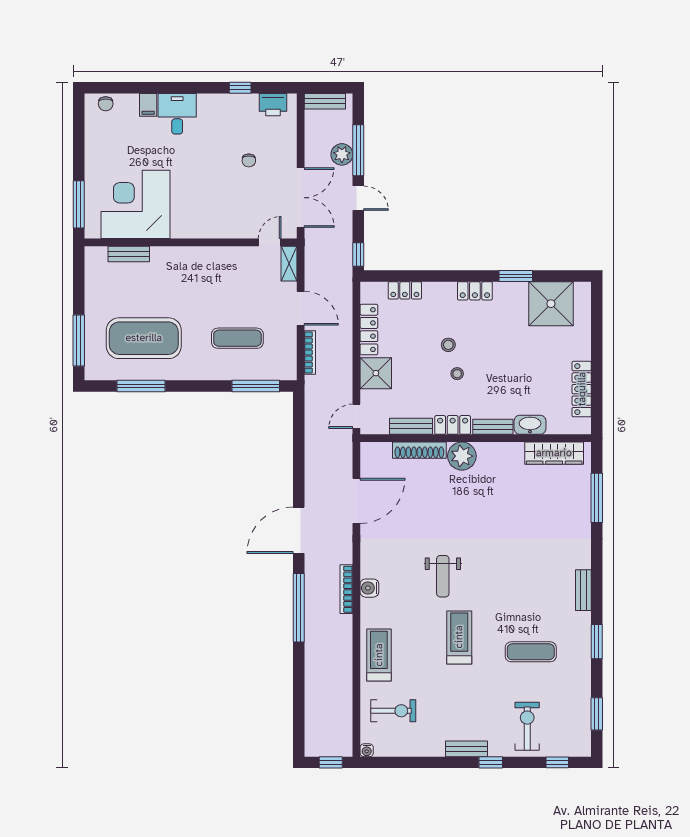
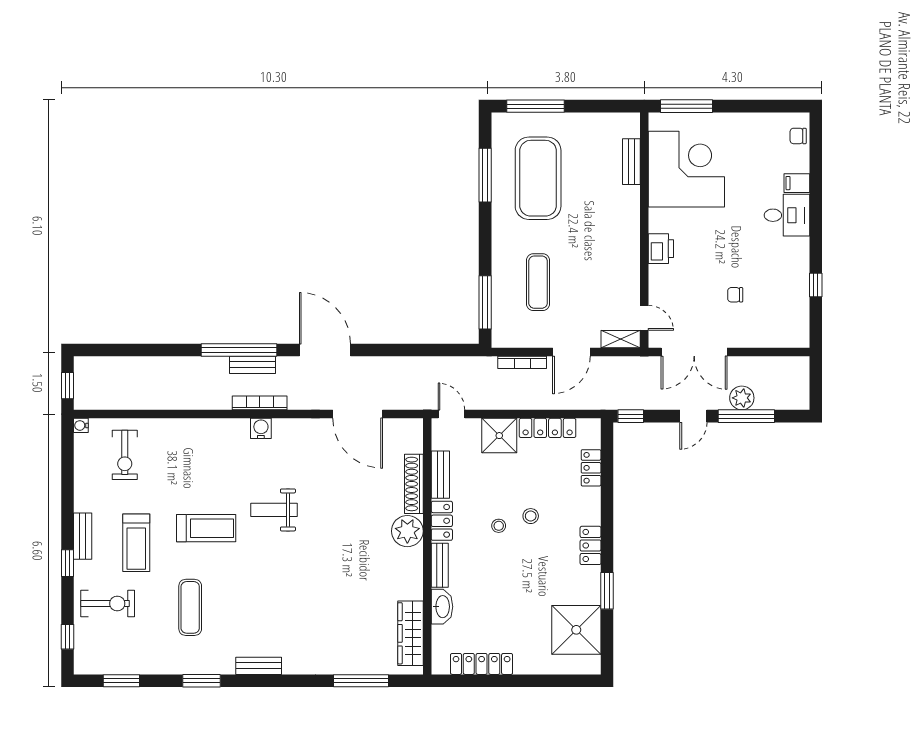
bench: (325, 101) -> (252, 365), moved, turned 90
printer: (273, 105) -> (661, 249), moved, turned 180
treadmill: (379, 655) -> (136, 543), moved, turned 90

